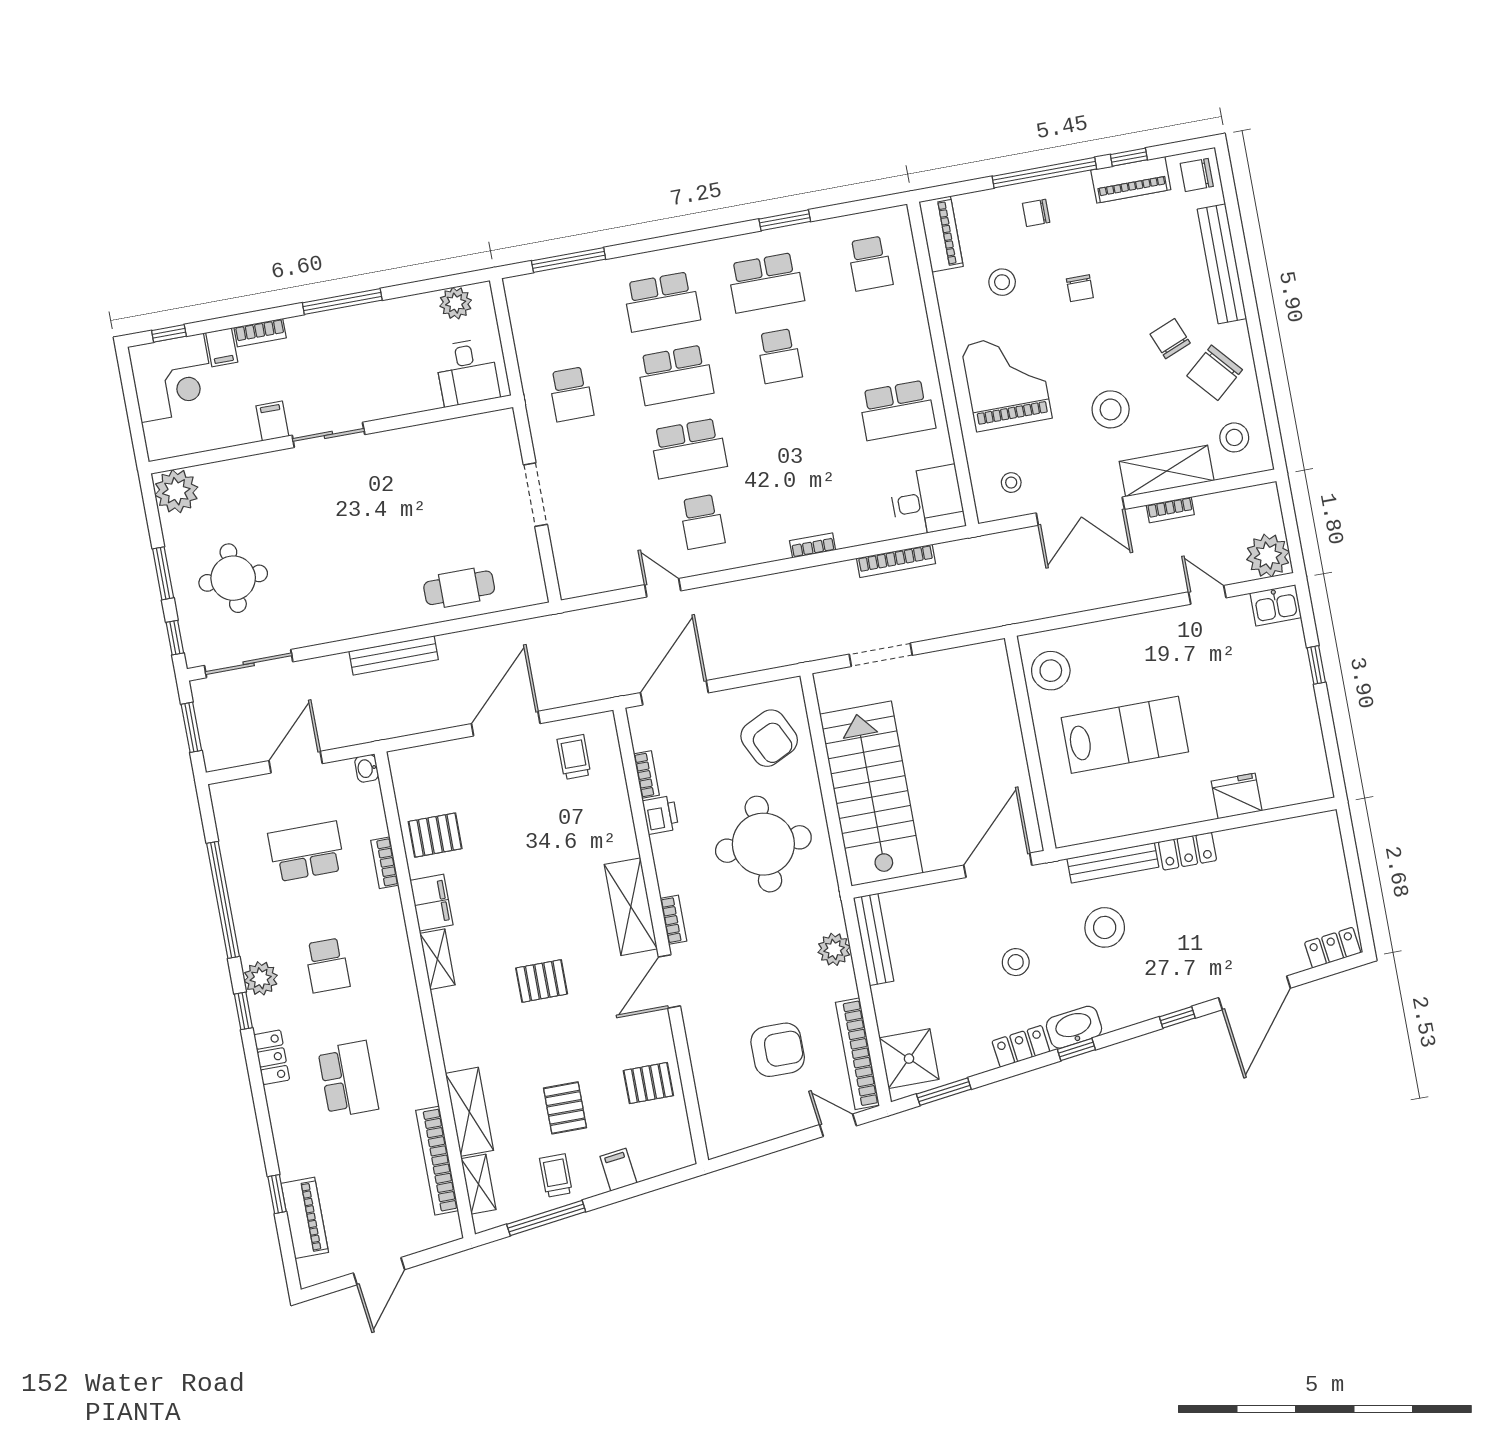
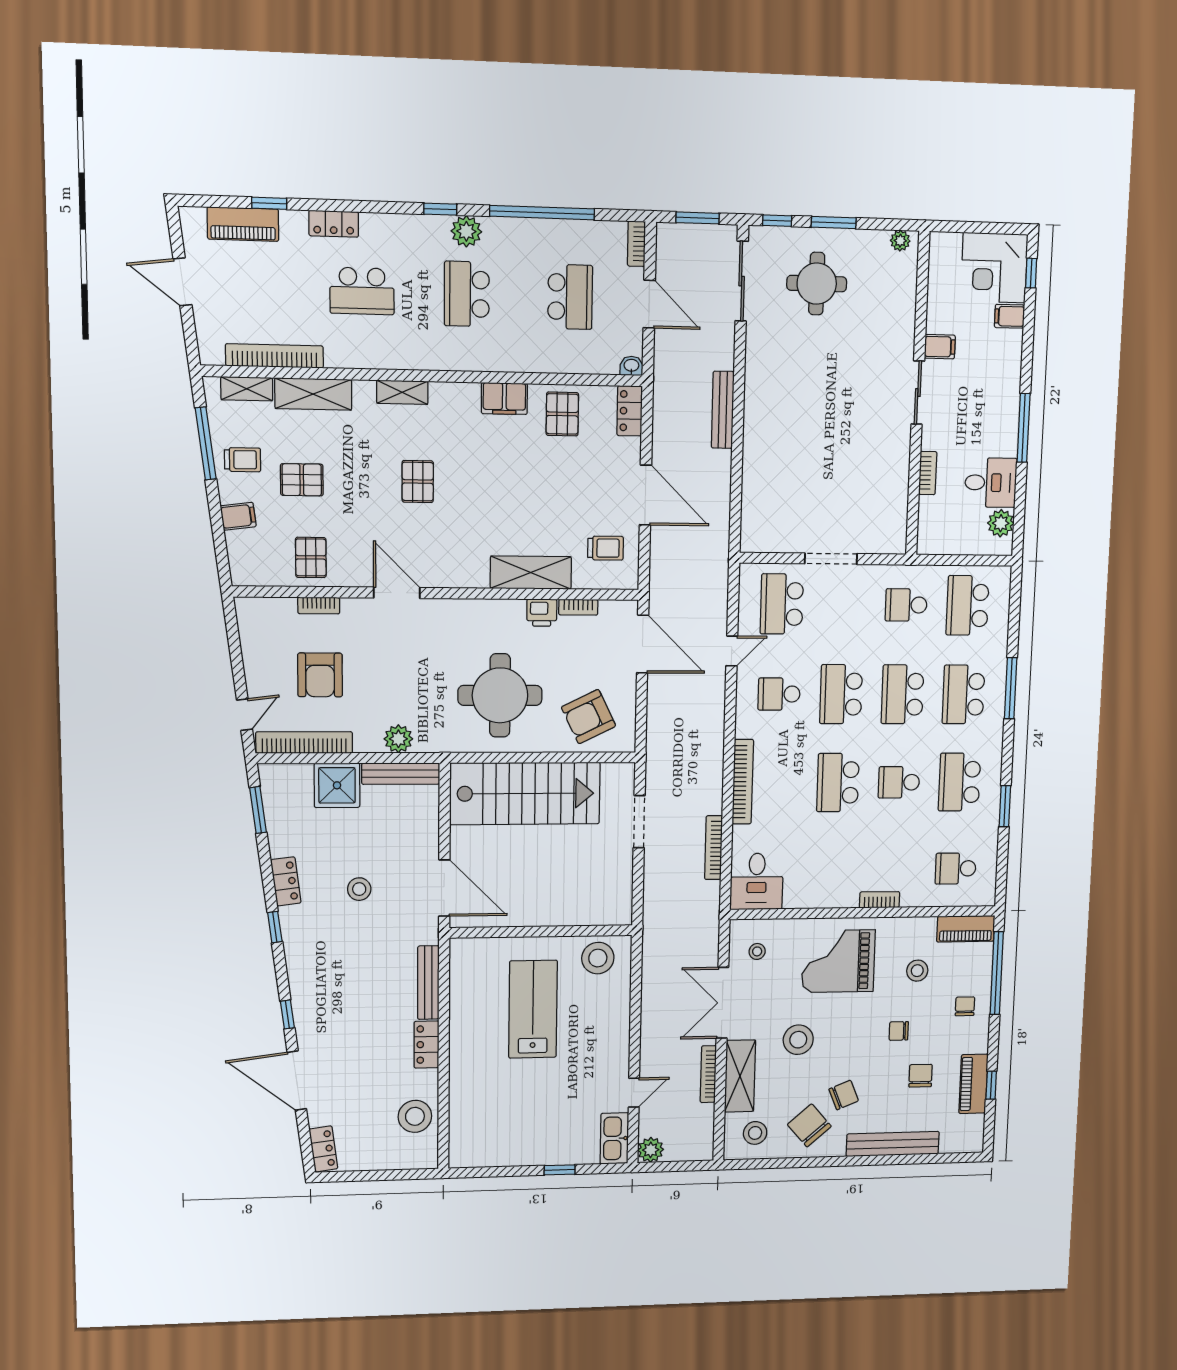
window: (1044, 173) -> (997, 973), moved
chair: (1197, 175) -> (921, 1076), moved
window: (569, 260) -> (1011, 688), moved
school desk: (558, 321) -> (968, 605), added
bookcase: (260, 333) -> (928, 473), moved, turned 180
bookcase: (924, 348) -> (879, 900), added
desk: (467, 372) -> (991, 483), moved, turned 180
grand piano: (1007, 381) -> (838, 961), turned 180
school desk: (897, 410) -> (838, 783), moved
plant: (176, 491) -> (900, 241), width x0.53, depth x0.53
bookcase: (1170, 510) -> (708, 1074), width x1.56
school desk: (598, 541) -> (782, 604), added
bookcase: (813, 545) -> (743, 782), width x2.31, depth x1.31
plant: (1268, 556) -> (651, 1150), width x0.73, depth x0.73
cafe table: (459, 588) -> (768, 478), removed
kitchen sink: (1276, 605) -> (614, 1138), width x1.38
lab bench: (1125, 735) -> (533, 1009), turned 180
locker: (416, 760) -> (630, 411), added
fridge: (1237, 796) -> (465, 1091), removed
bookcase: (385, 863) -> (636, 244), moved, turned -90
shelving: (631, 907) -> (531, 573), moved
bookcase: (673, 920) -> (319, 606), moved
stool: (1105, 927) -> (415, 1116), moved
shelving: (437, 959) -> (402, 392), moved
school desk: (327, 965) -> (467, 294), width x1.85
washbasin: (1074, 1027) -> (294, 928), removed
locker: (272, 1057) -> (334, 224), moved
shower: (909, 1059) -> (337, 785), moved

